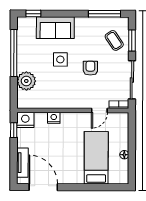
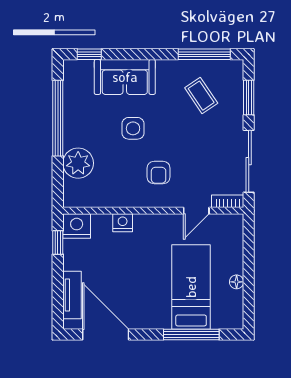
coffee table: (114, 40) -> (201, 96), moved
armchair: (90, 68) -> (159, 173), moved, turned 180
window: (96, 187) -> (191, 334), added

